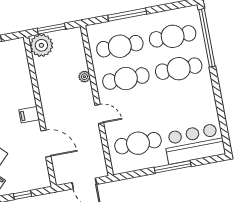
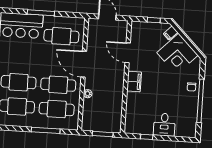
plant: (41, 45) -> (113, 124), removed
door: (99, 114) -> (84, 64), width x1.88
filing cabinet: (29, 115) -> (134, 81), width x2.00

